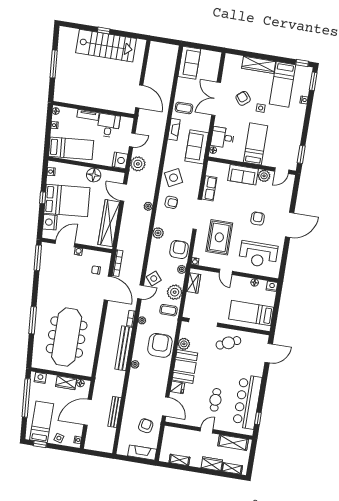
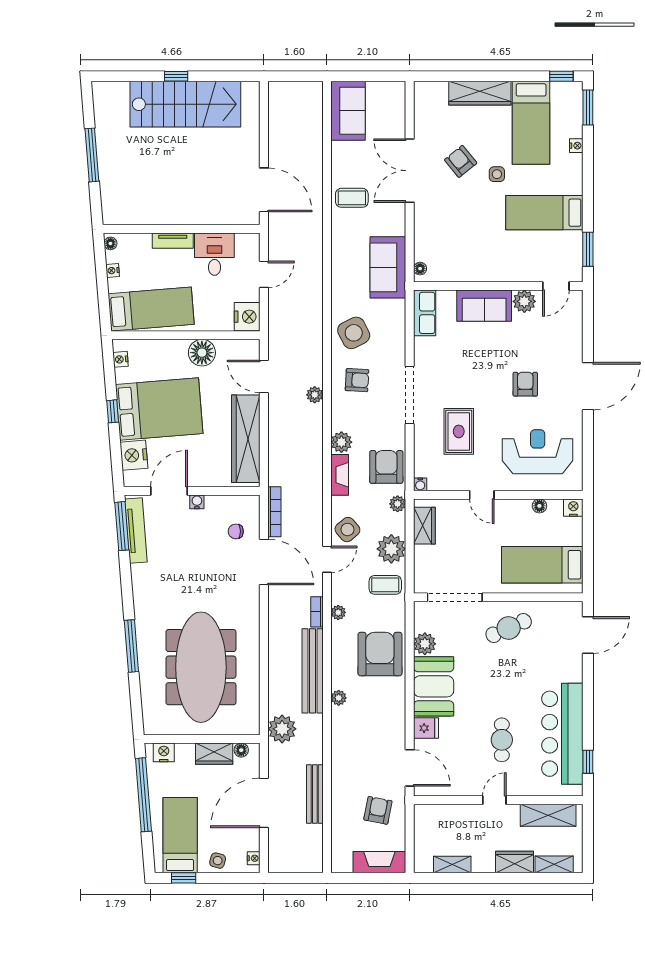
fireplace: (174, 129) -> (340, 475), moved
desk: (223, 137) -> (434, 242), removed
bed: (256, 144) -> (544, 213), moved, turned -90
plant: (138, 164) -> (282, 729), moved
row of seats: (209, 188) -> (425, 313), moved
rug: (219, 237) -> (459, 431), width x0.73, depth x0.70
reception desk: (258, 254) -> (538, 452), turned 180
tv unit: (45, 261) -> (136, 530), added

